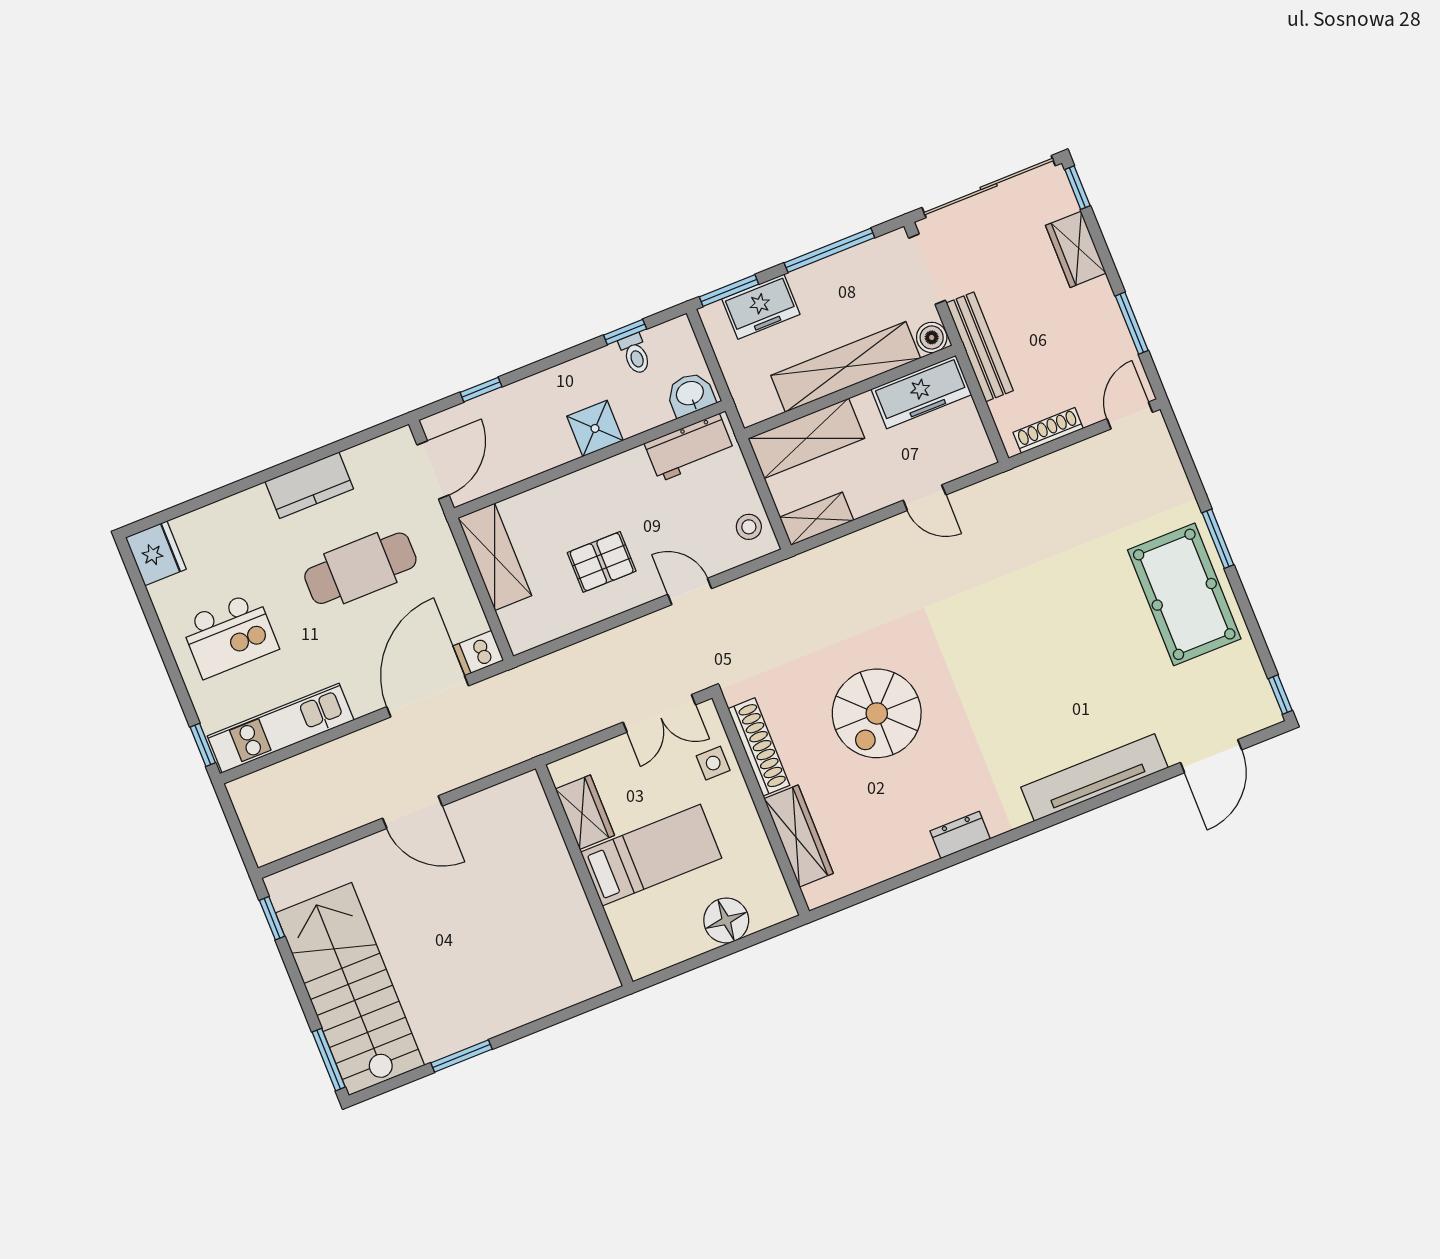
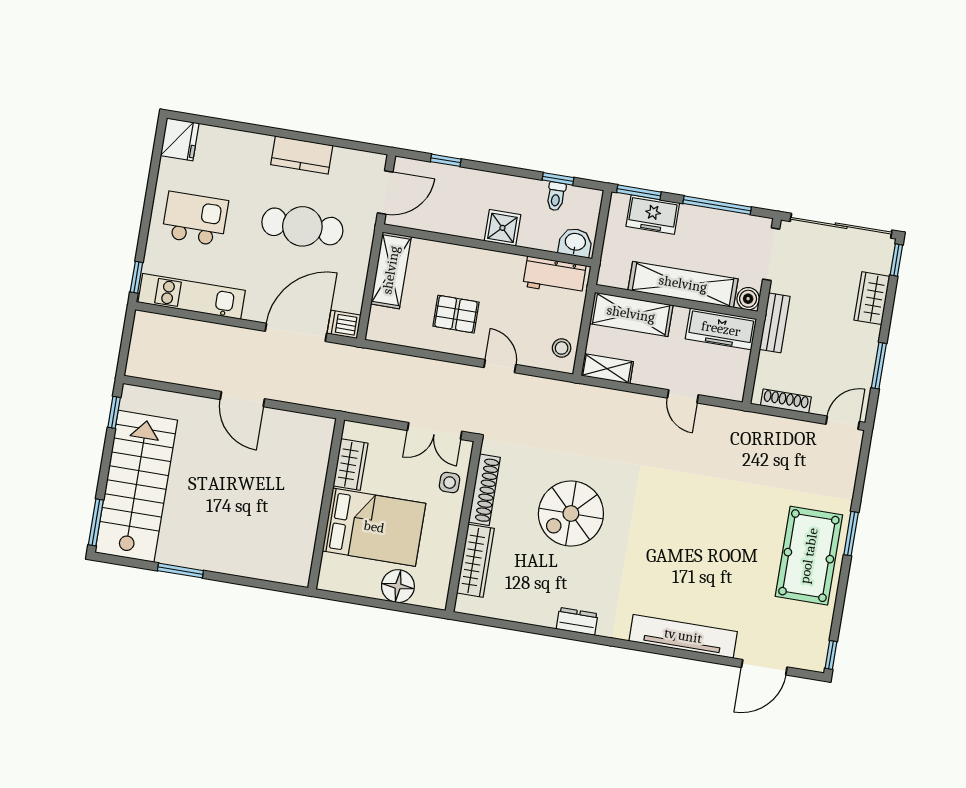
bench: (980, 347) -> (775, 323), width x0.73
kitchen island: (230, 635) -> (195, 219), turned 180
bed: (651, 855) -> (374, 527), width x1.50

